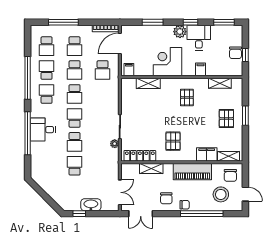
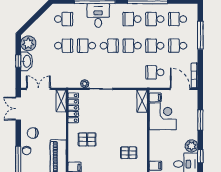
corner desk: (168, 62) -> (163, 116), moved
school desk: (47, 70) -> (155, 19), turned 180
shelving: (148, 83) -> (142, 101), moved
school desk: (47, 94) -> (132, 19), turned 180
school desk: (47, 166) -> (64, 19), added
shelving: (151, 168) -> (61, 101), moved
double door: (120, 192) -> (38, 89), swing flipped
plant: (72, 203) -> (28, 43), added
window: (79, 214) -> (18, 61), moved

